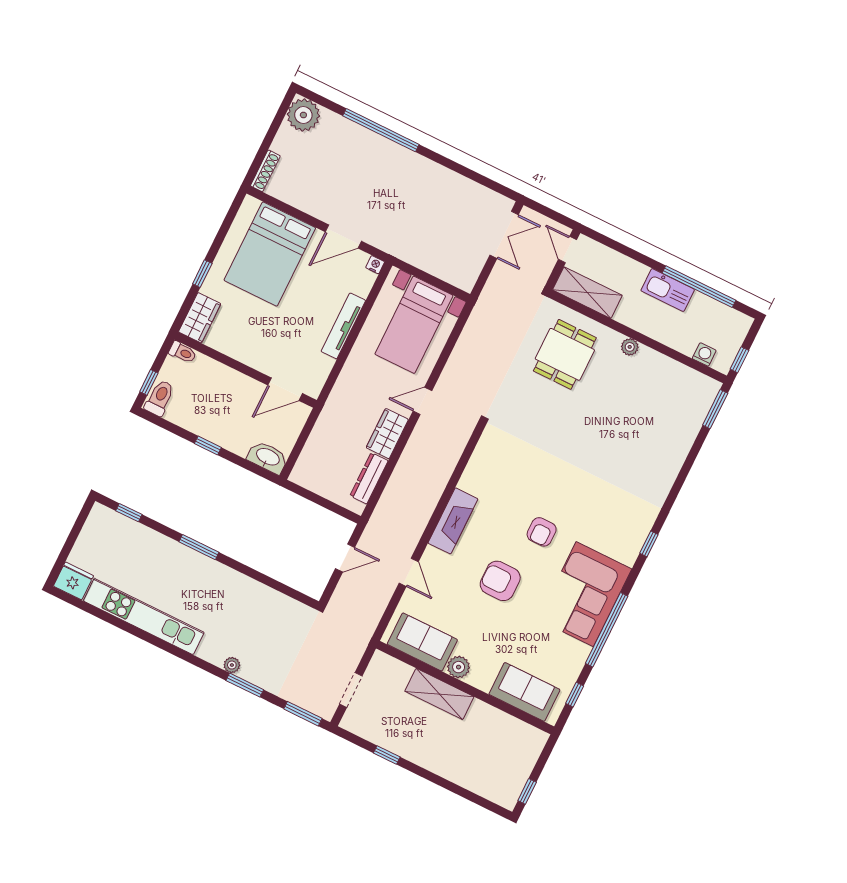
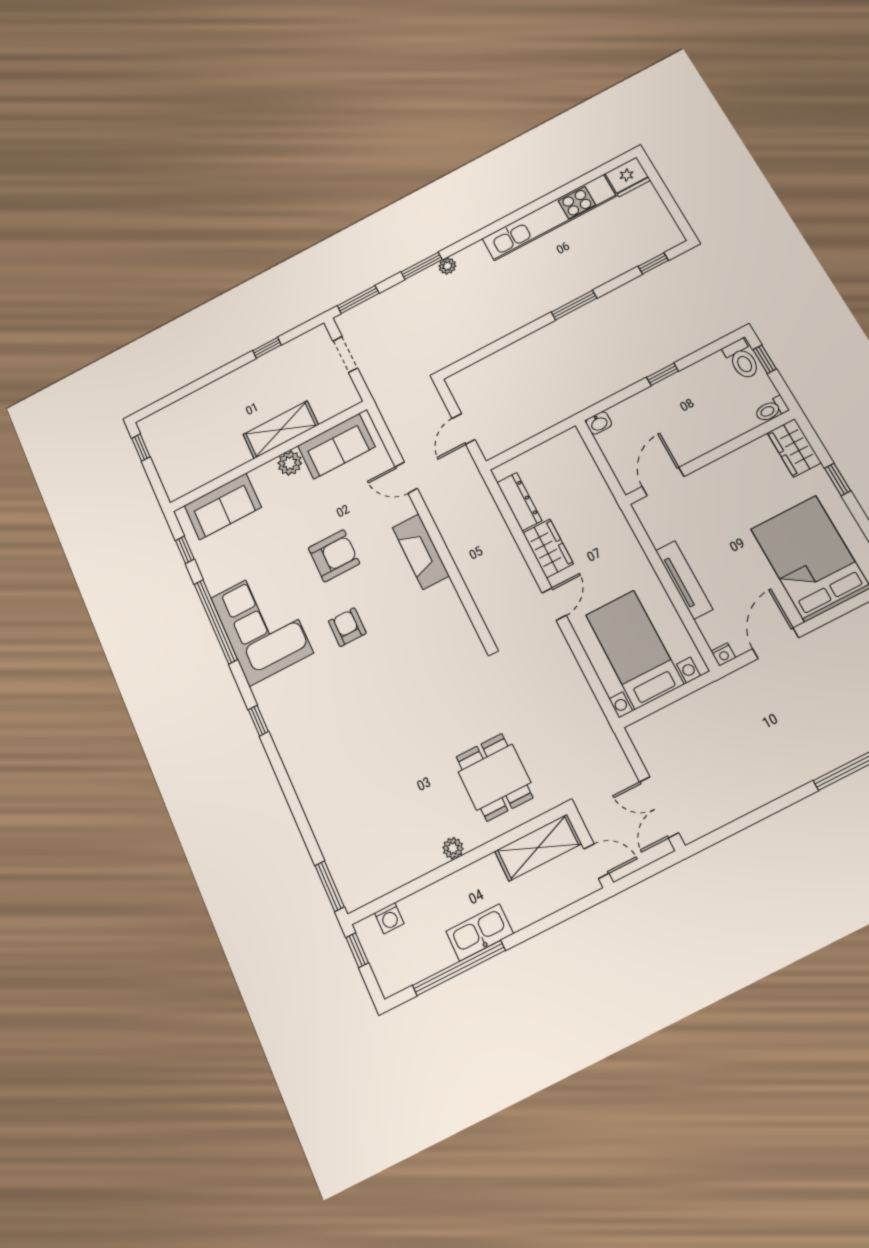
washbasin: (268, 457) -> (599, 423), width x0.52, depth x0.69

